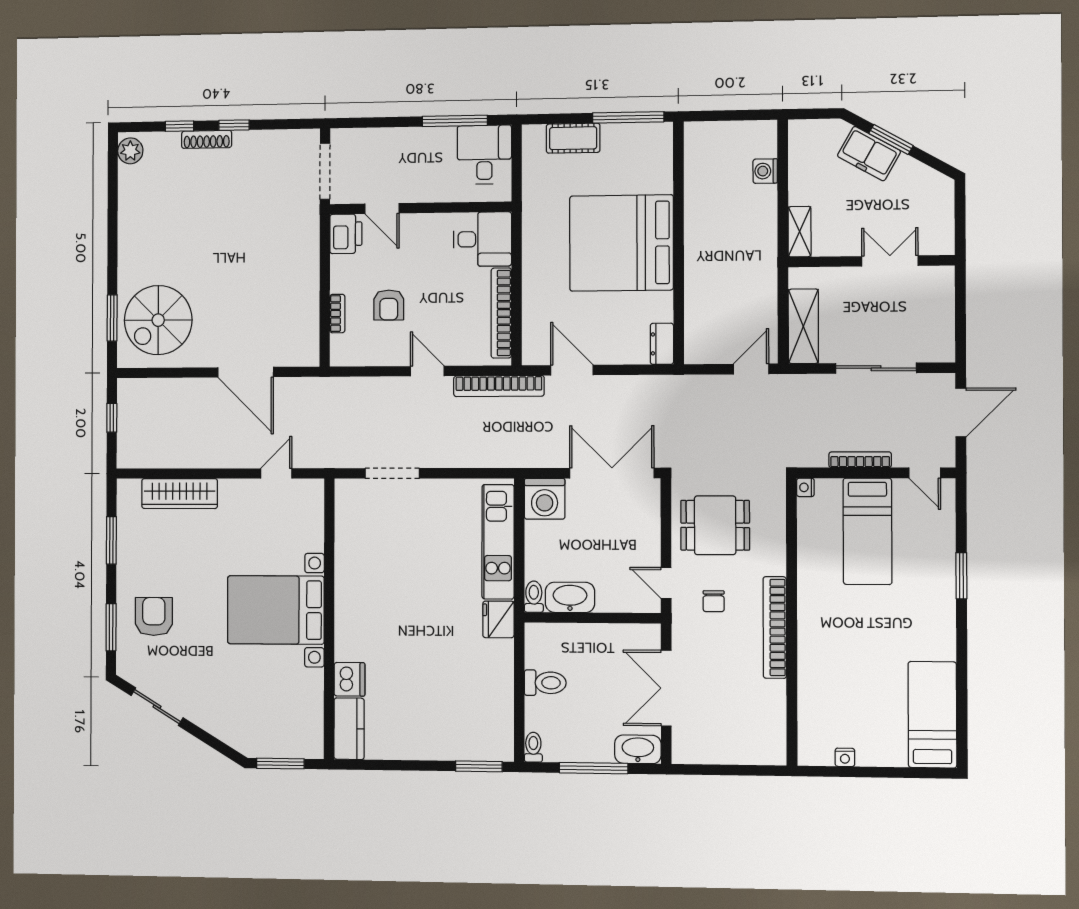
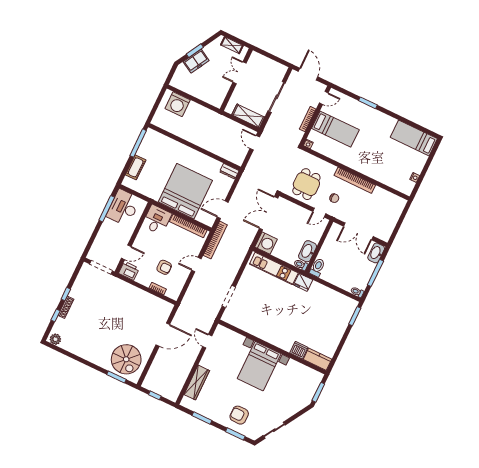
desk: (484, 155) -> (123, 208), width x1.37
washing machine: (765, 171) -> (178, 104), width x1.89, depth x1.89
shelving: (800, 232) -> (232, 45), moved
bed: (621, 243) -> (185, 191), moved, turned 180
toilet: (545, 683) -> (317, 267), moved

